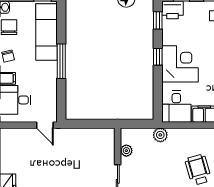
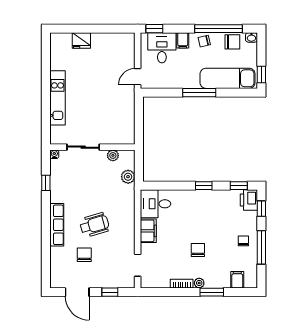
corner desk: (180, 64) -> (197, 207), removed
plant: (160, 135) -> (128, 177), moved

